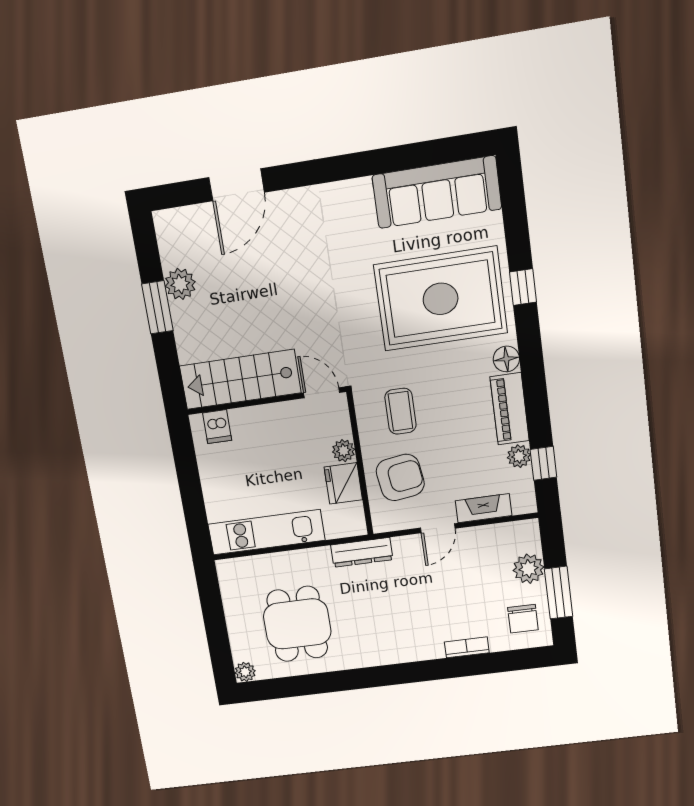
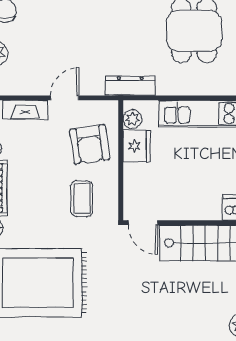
plant: (344, 451) -> (132, 119), moved
armchair: (400, 477) -> (90, 144), turned -90

